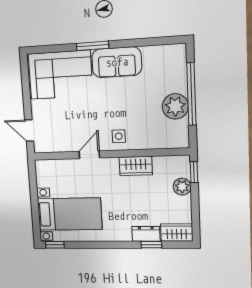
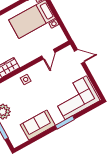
sofa: (117, 62) -> (38, 125), moved
door: (89, 155) -> (48, 54), moved

